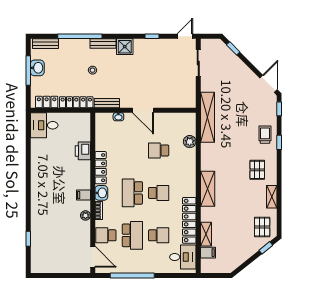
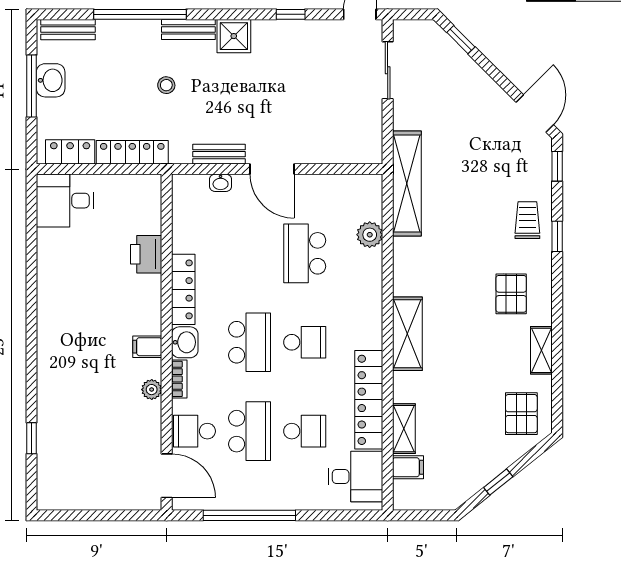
bench: (107, 103) -> (219, 154), moved
school desk: (159, 150) -> (305, 253), width x1.85
school desk: (132, 193) -> (250, 342), turned 180
window: (266, 248) -> (498, 482), moved

